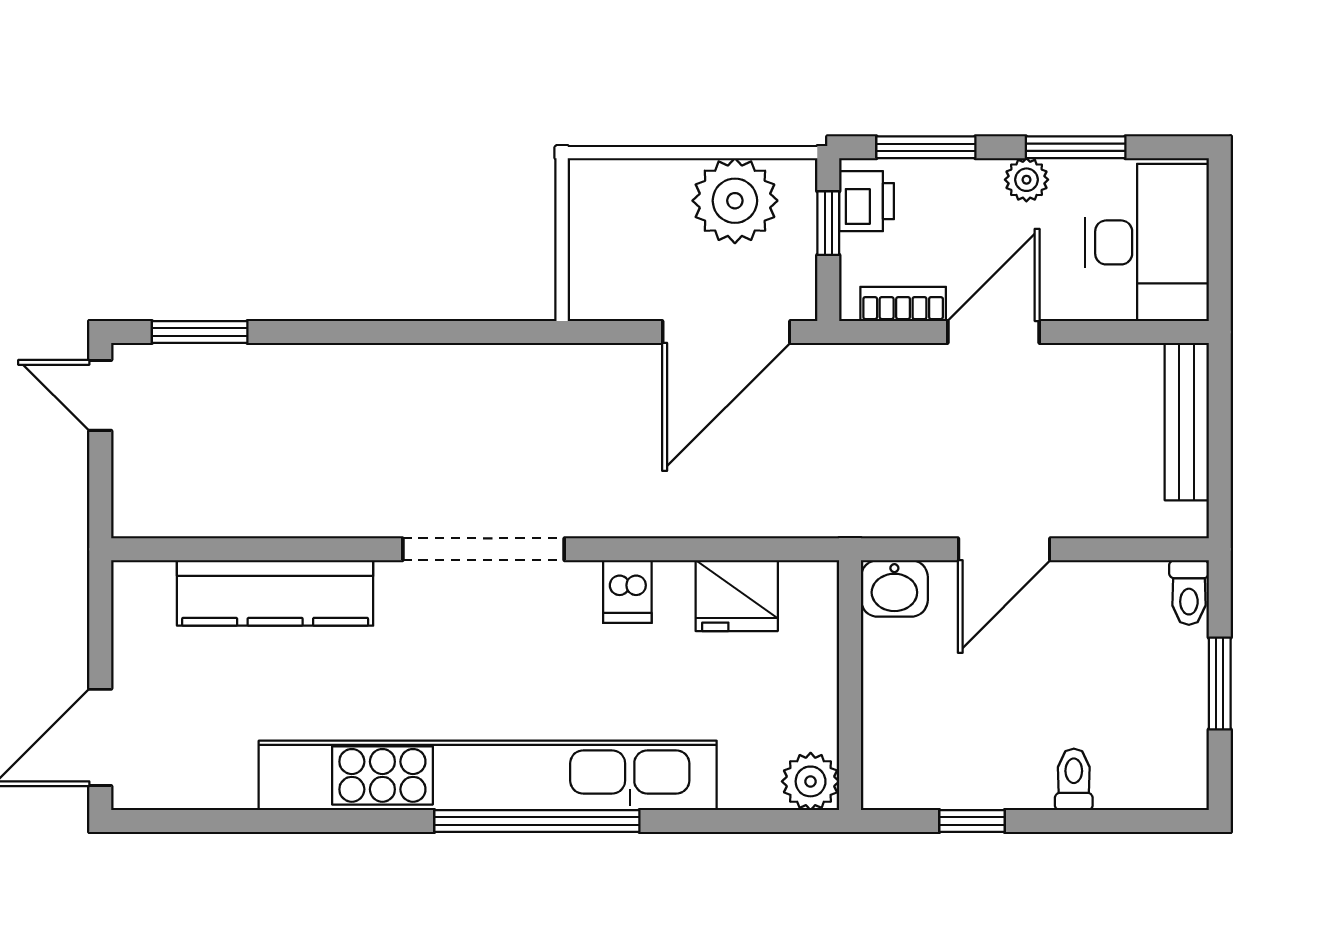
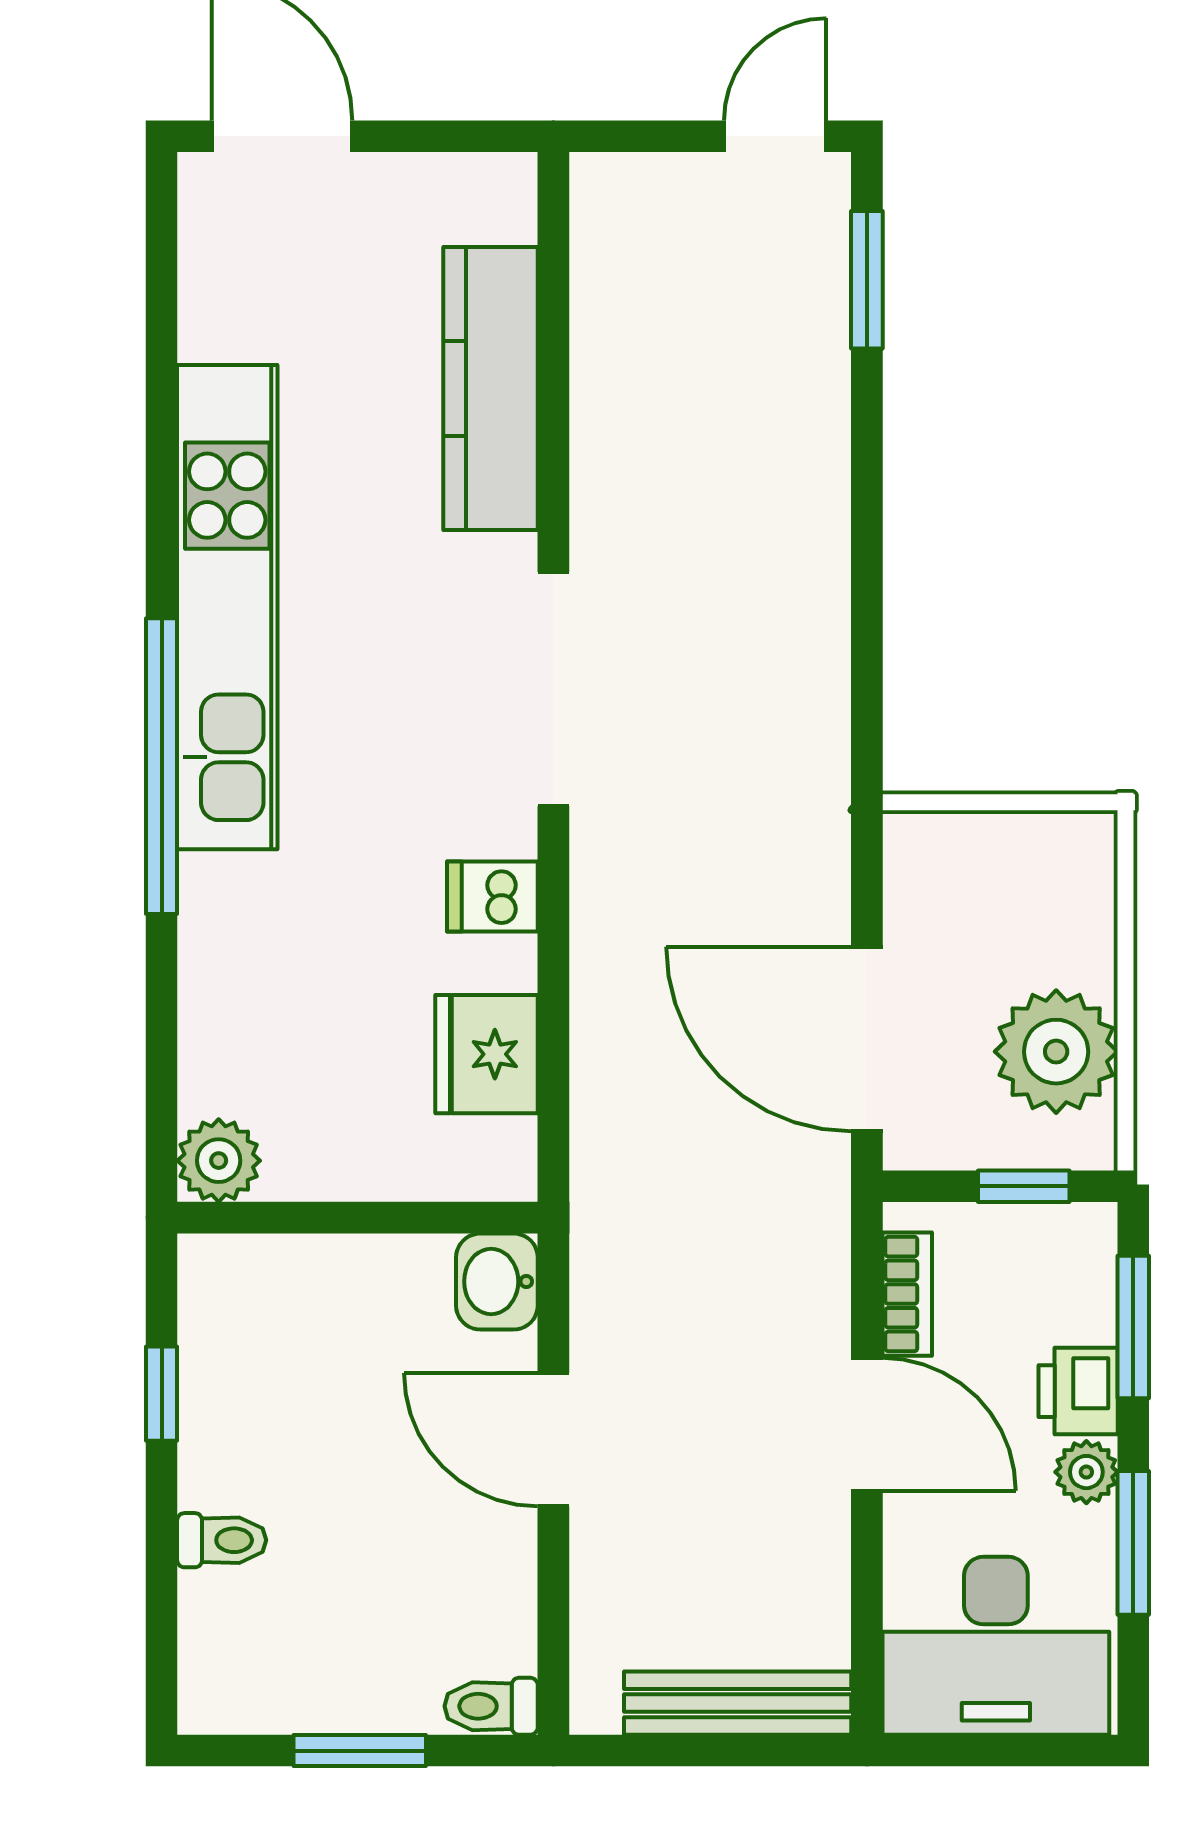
printer: (867, 201) -> (1078, 1391), moved, turned 90
kitchen unit: (488, 775) -> (227, 607), width x0.73

